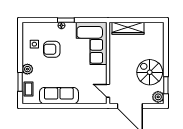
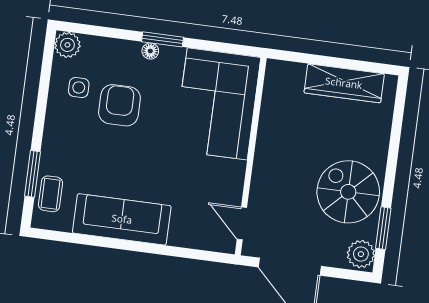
wardrobe: (128, 28) -> (344, 83), moved
armchair: (52, 49) -> (119, 105), turned 90
plant: (27, 69) -> (67, 45), moved

